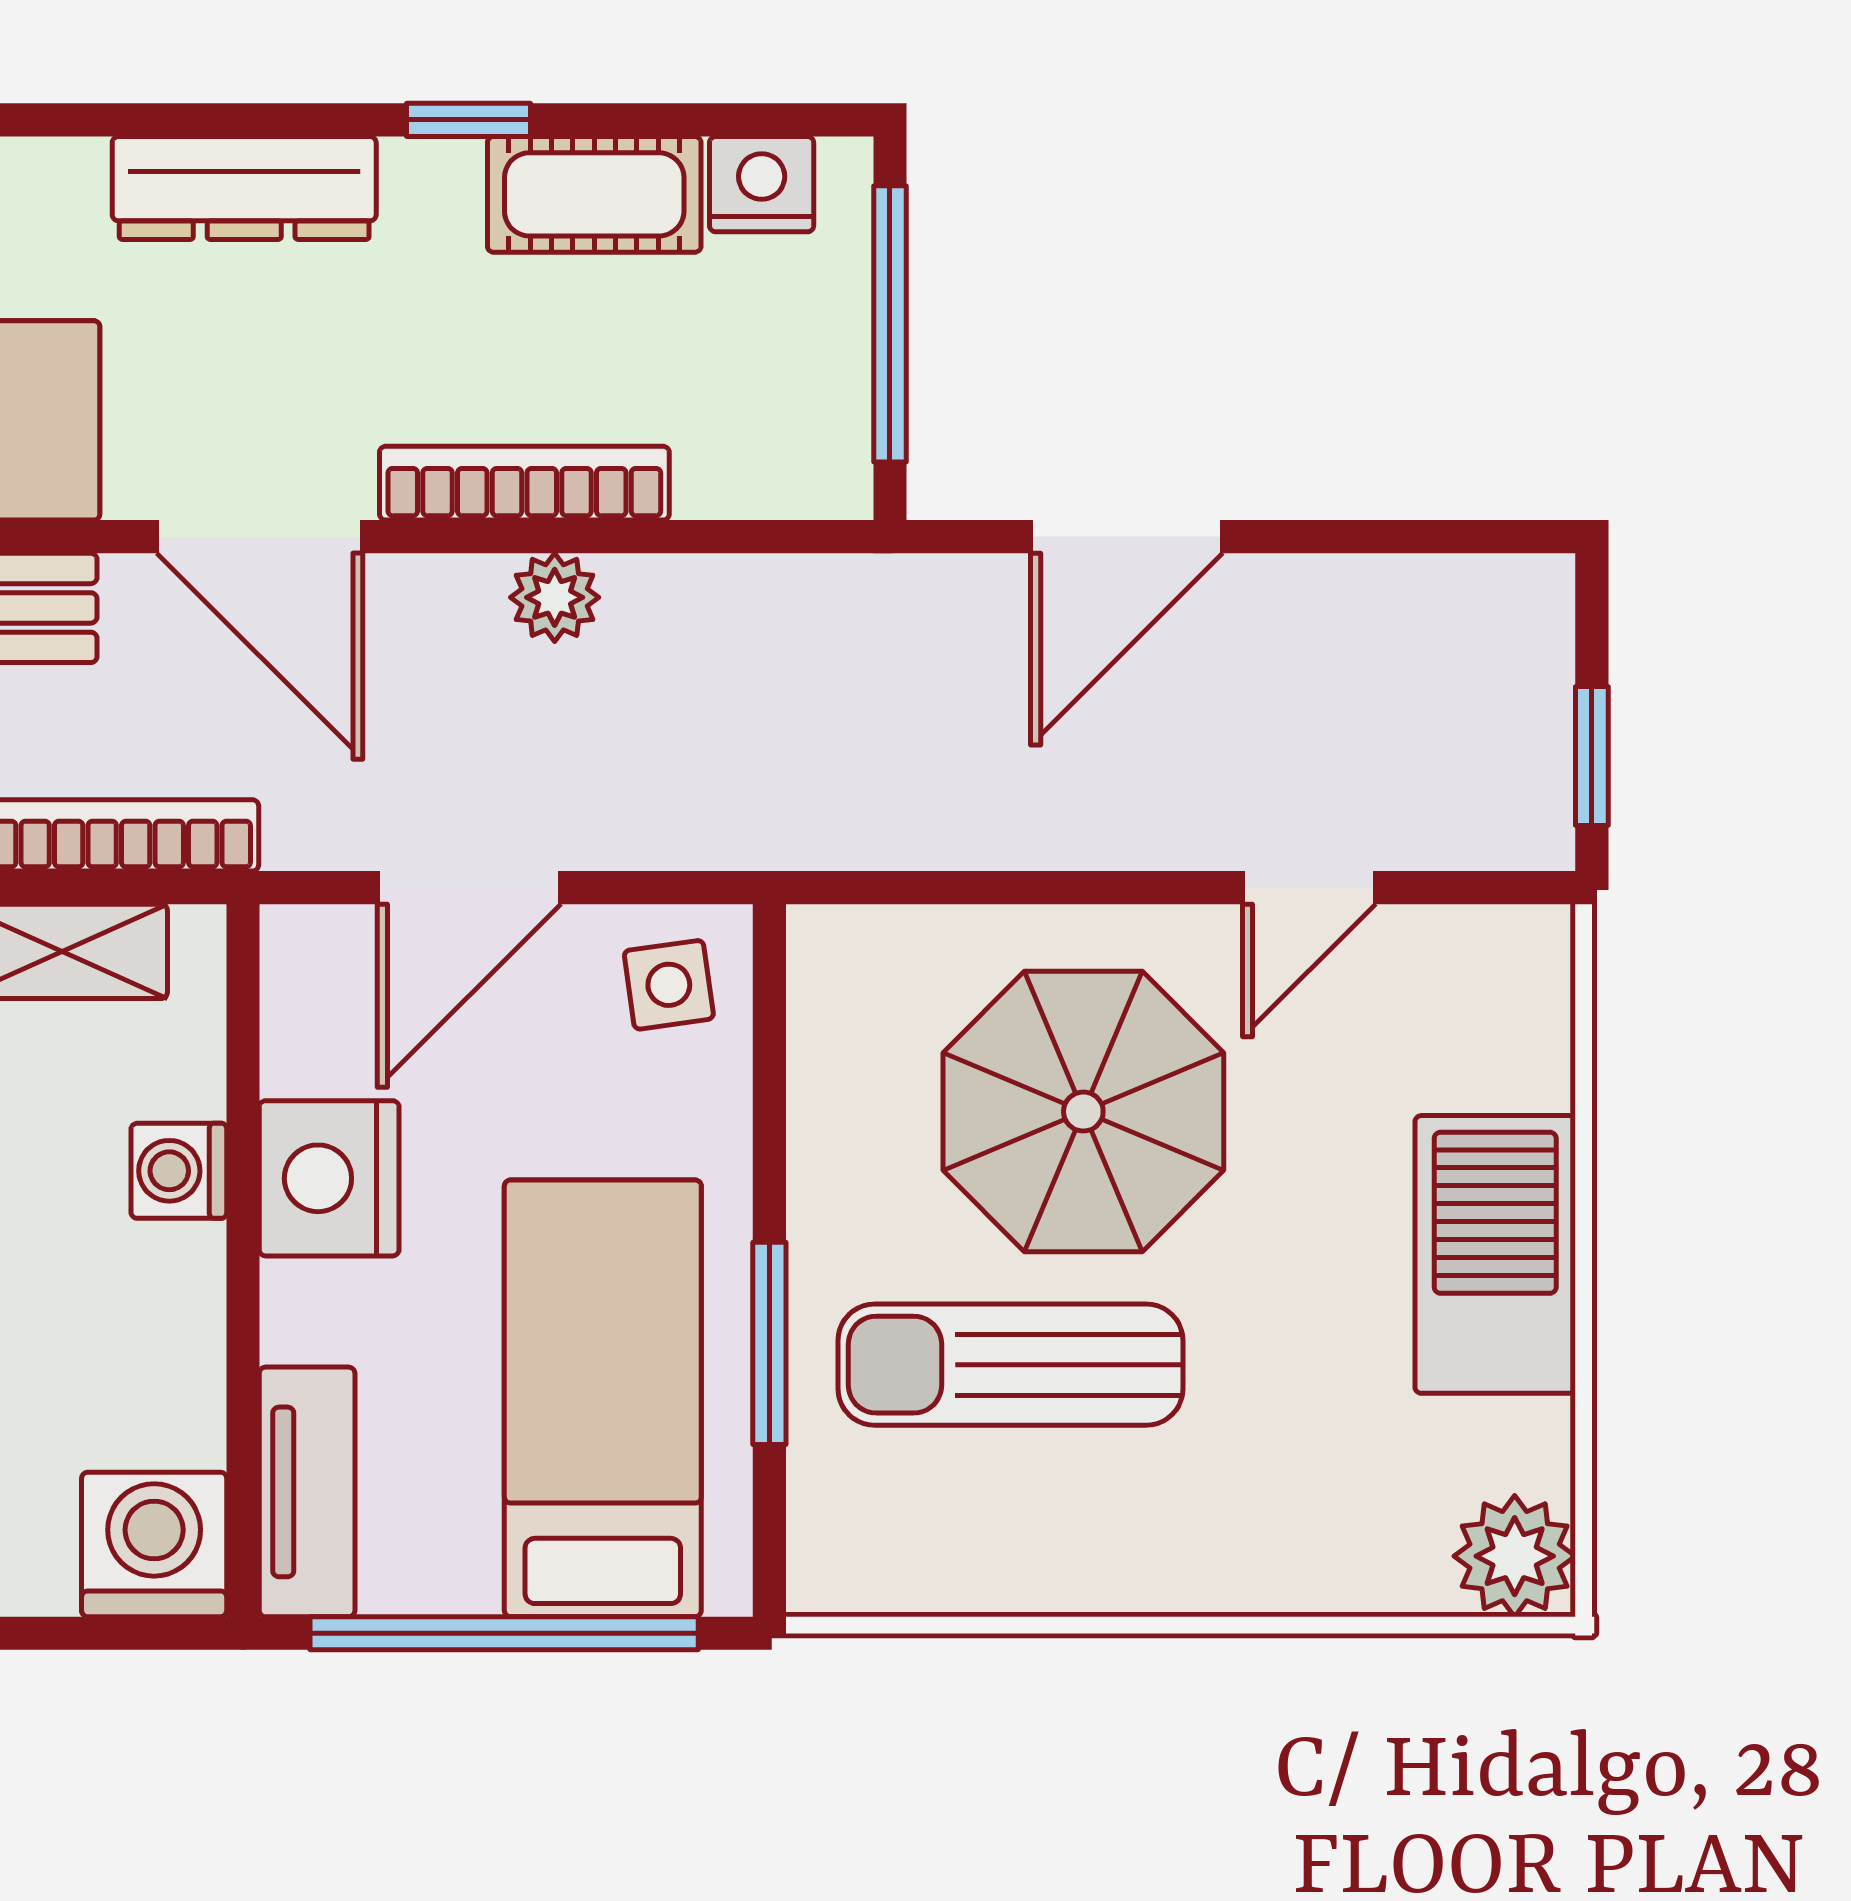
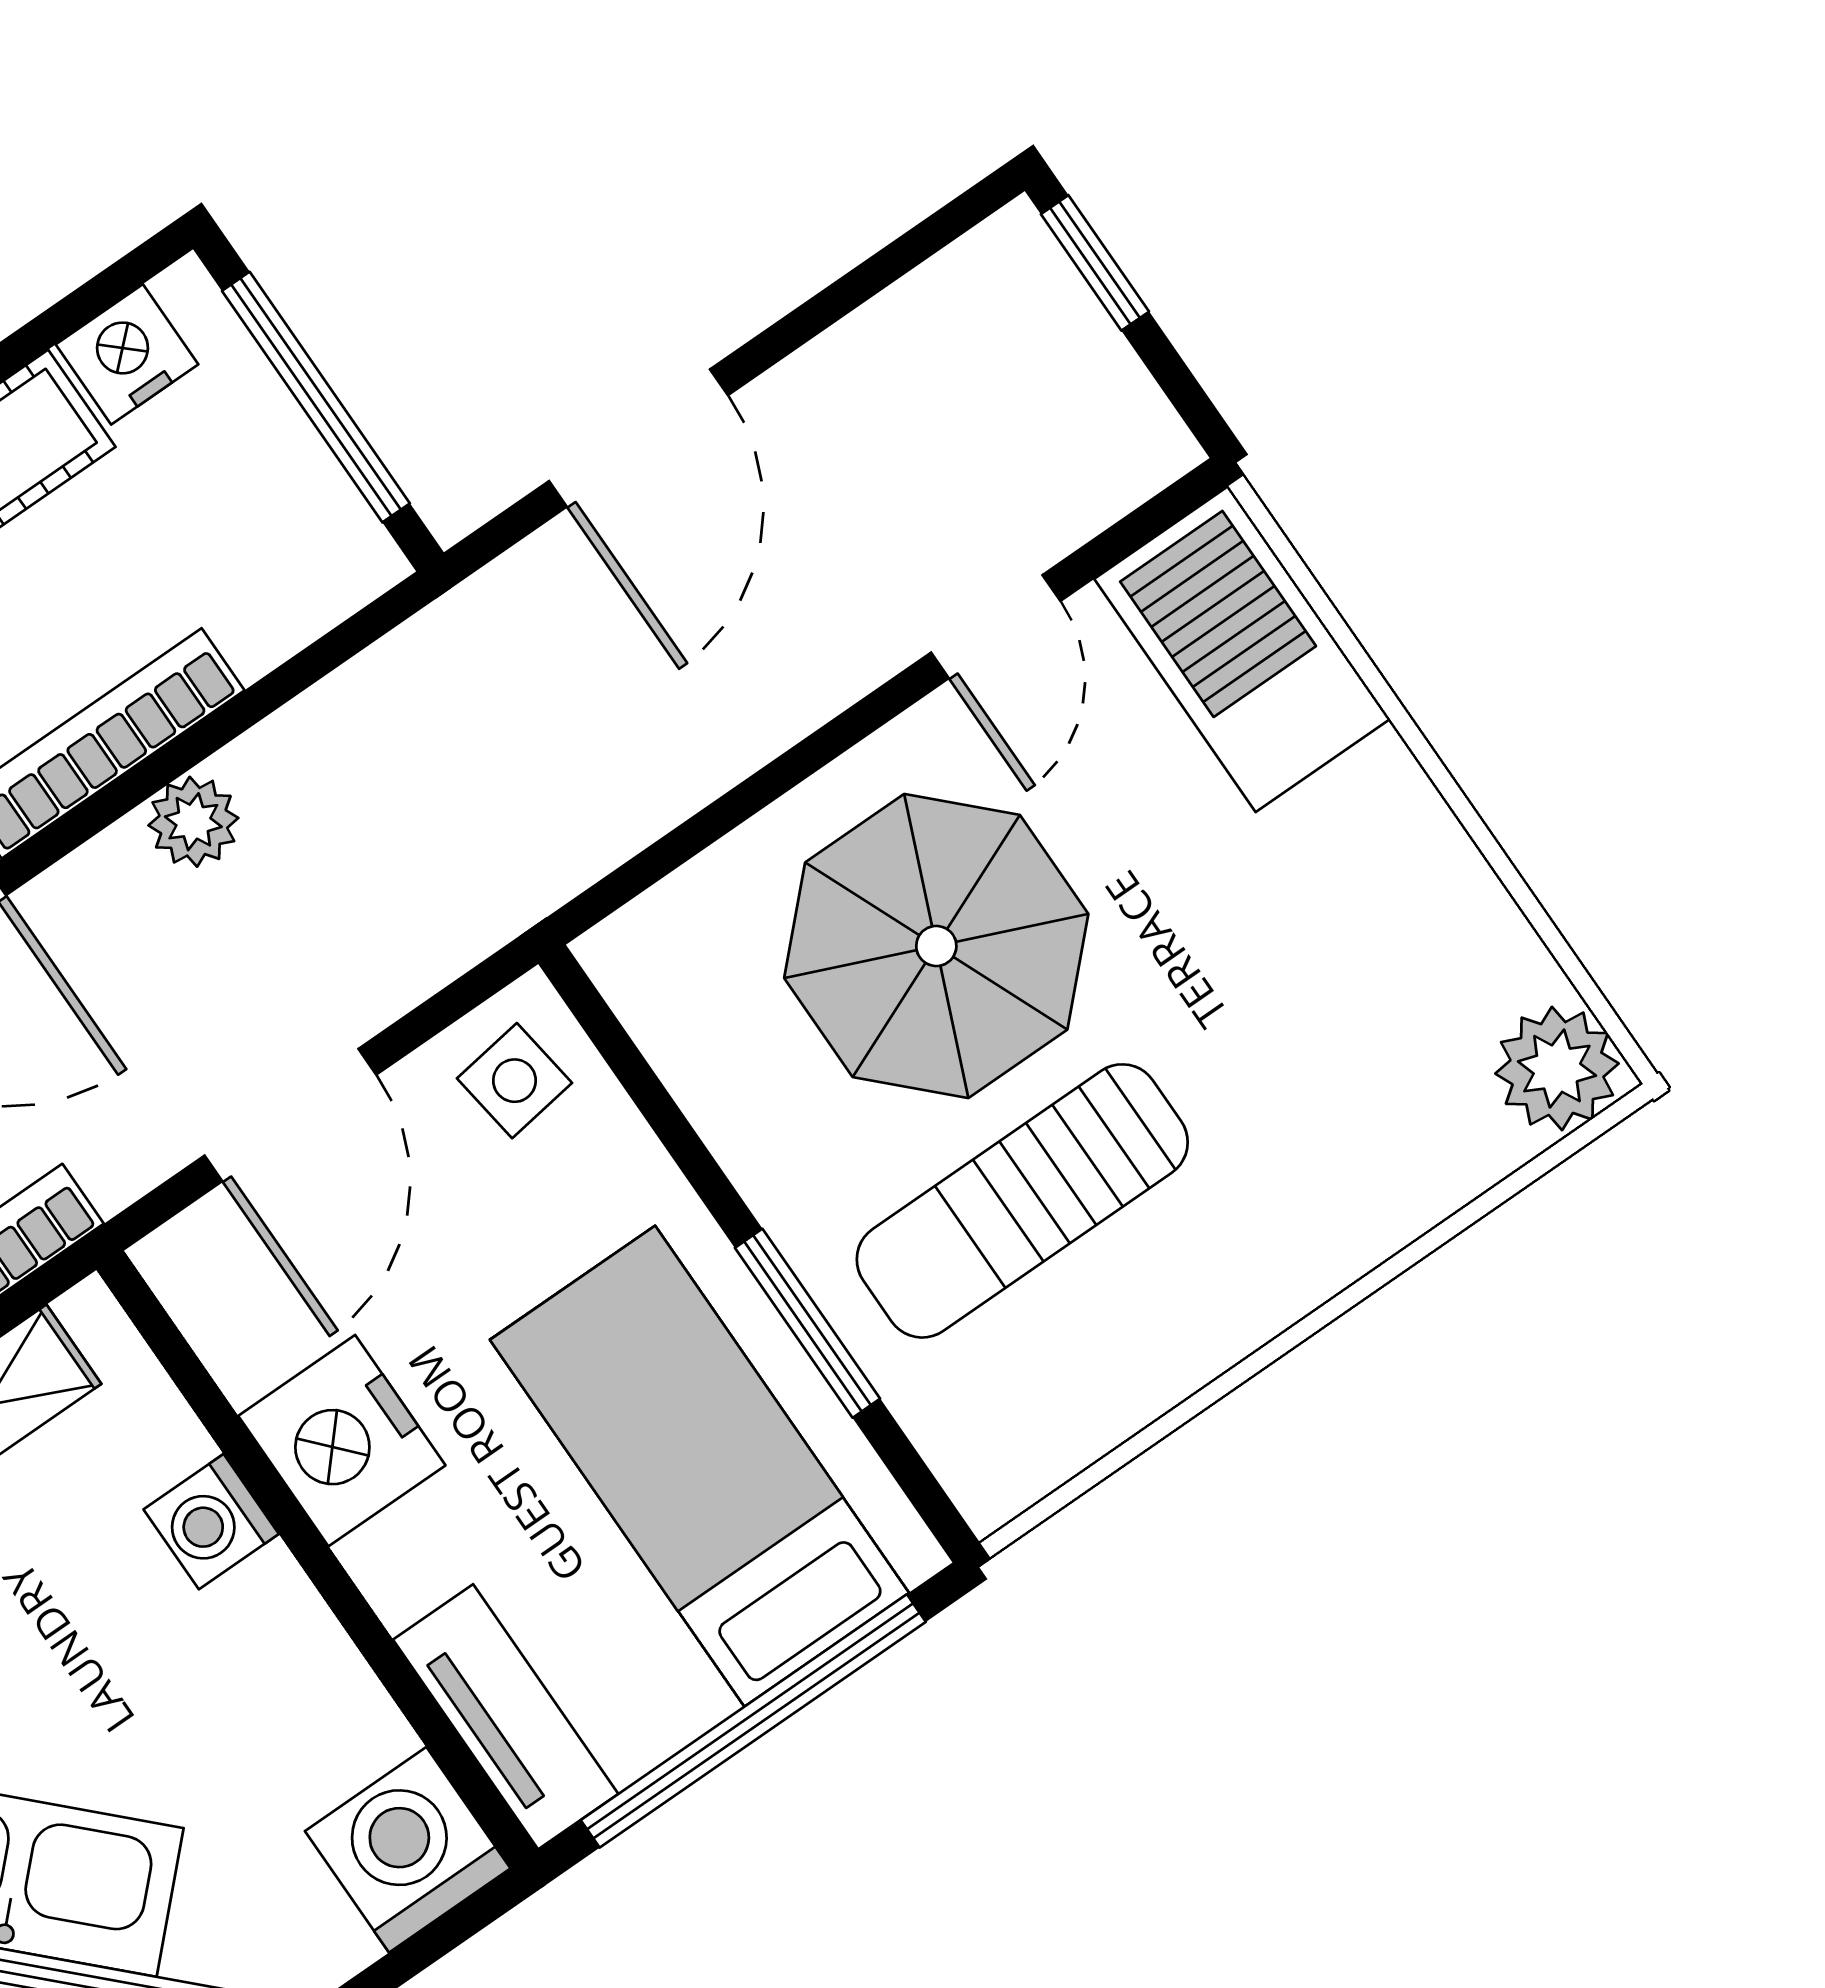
window: (1592, 756) -> (1095, 263), moved
barbecue: (1495, 1254) -> (1242, 649), moved

